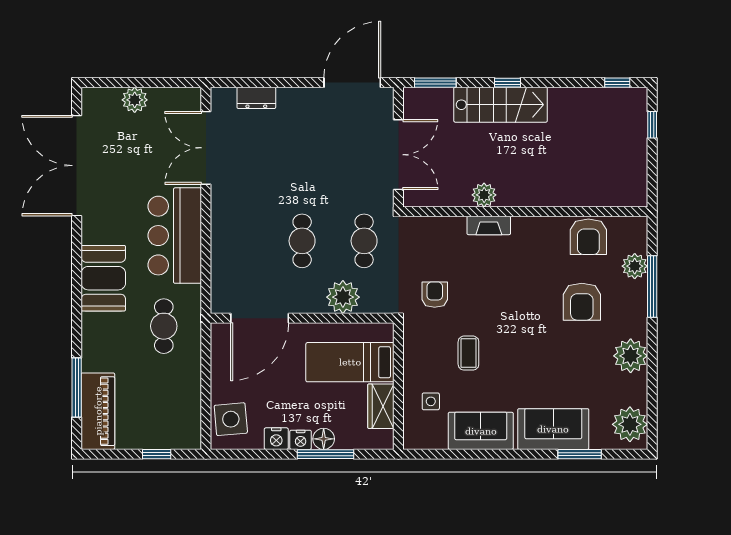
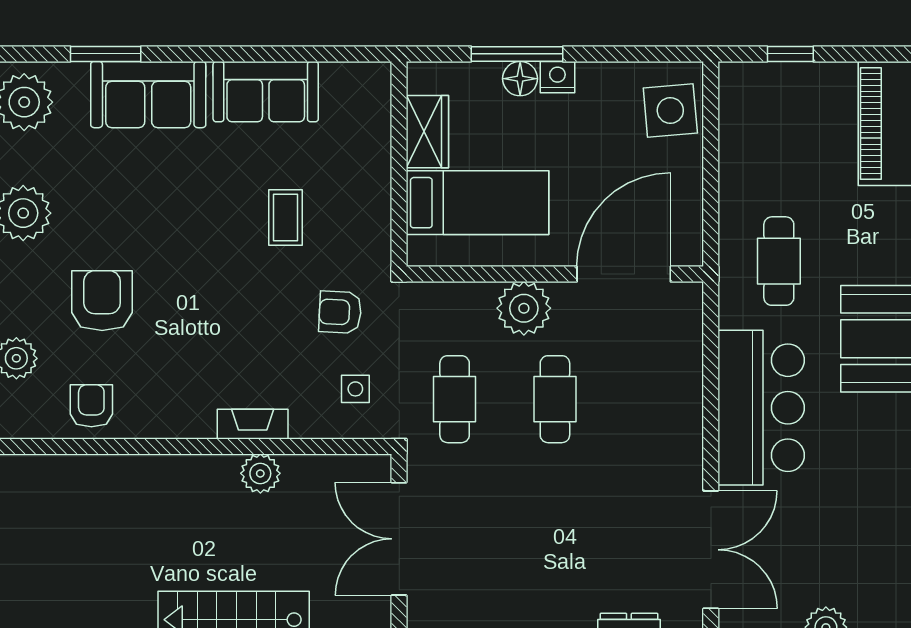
armchair: (588, 237) -> (91, 406), width x0.72, depth x0.72
armchair: (435, 295) -> (340, 312), turned 93
plant: (343, 297) -> (524, 308), moved
side table: (431, 401) -> (355, 389), moved
nightstand: (276, 439) -> (597, 79), removed

